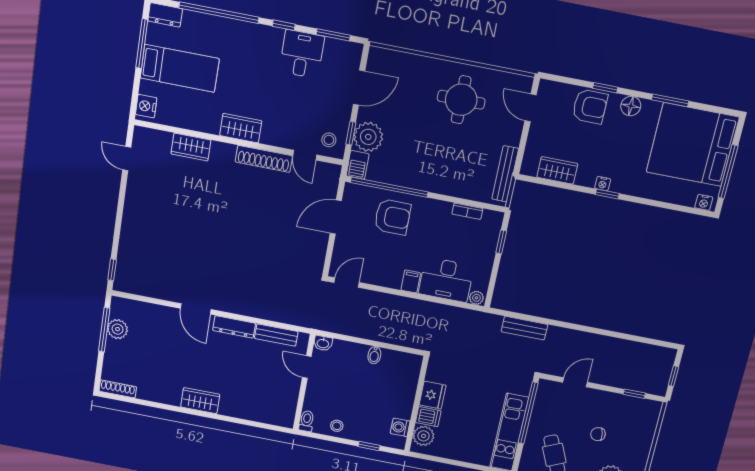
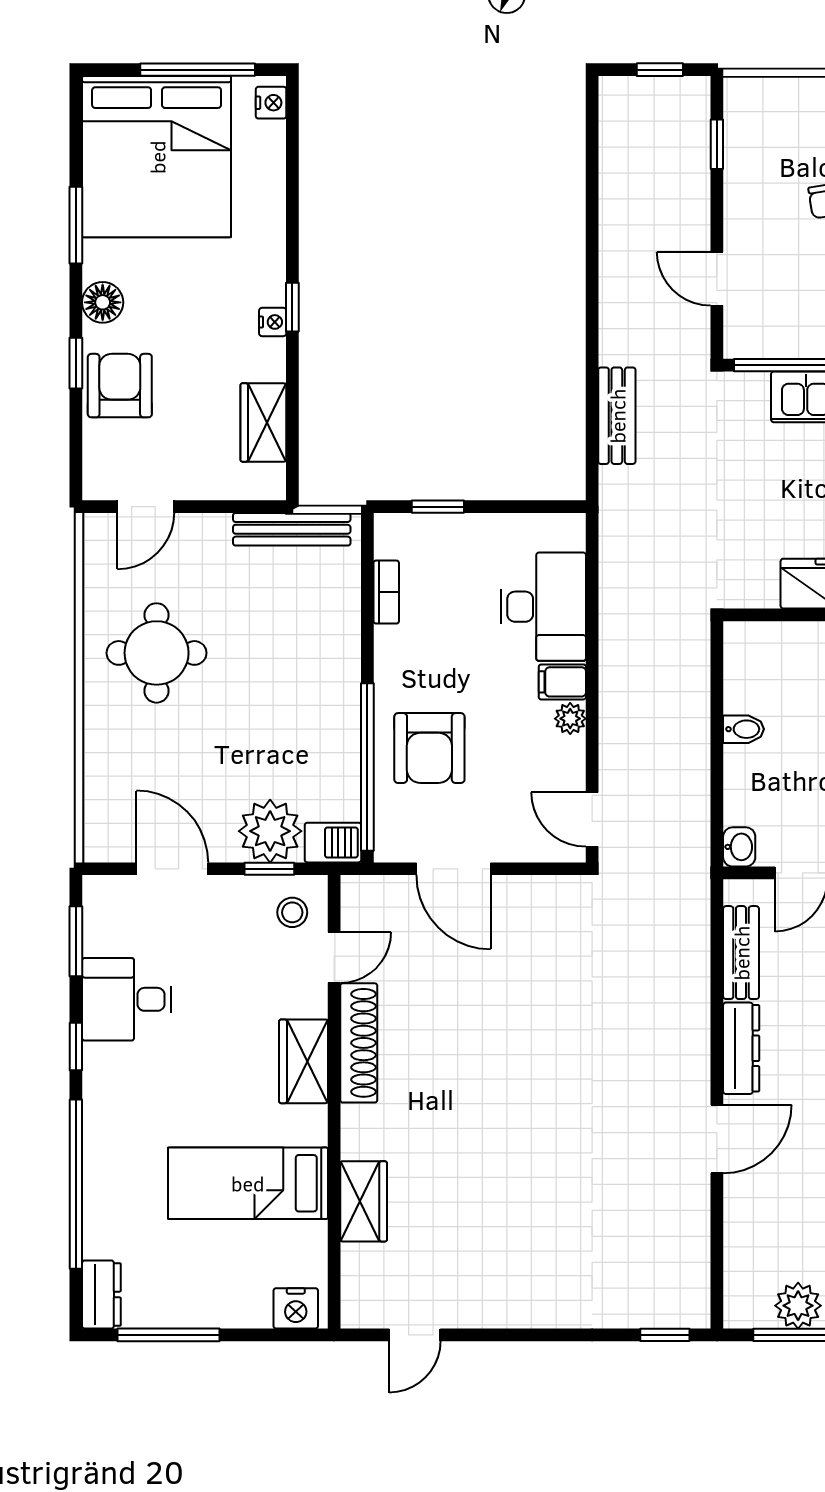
bed: (180, 68) -> (248, 1183), moved, turned -90
wardrobe: (241, 128) -> (303, 1061), moved
armchair: (392, 217) -> (429, 748), turned 180
plant: (476, 298) -> (570, 719), moved

